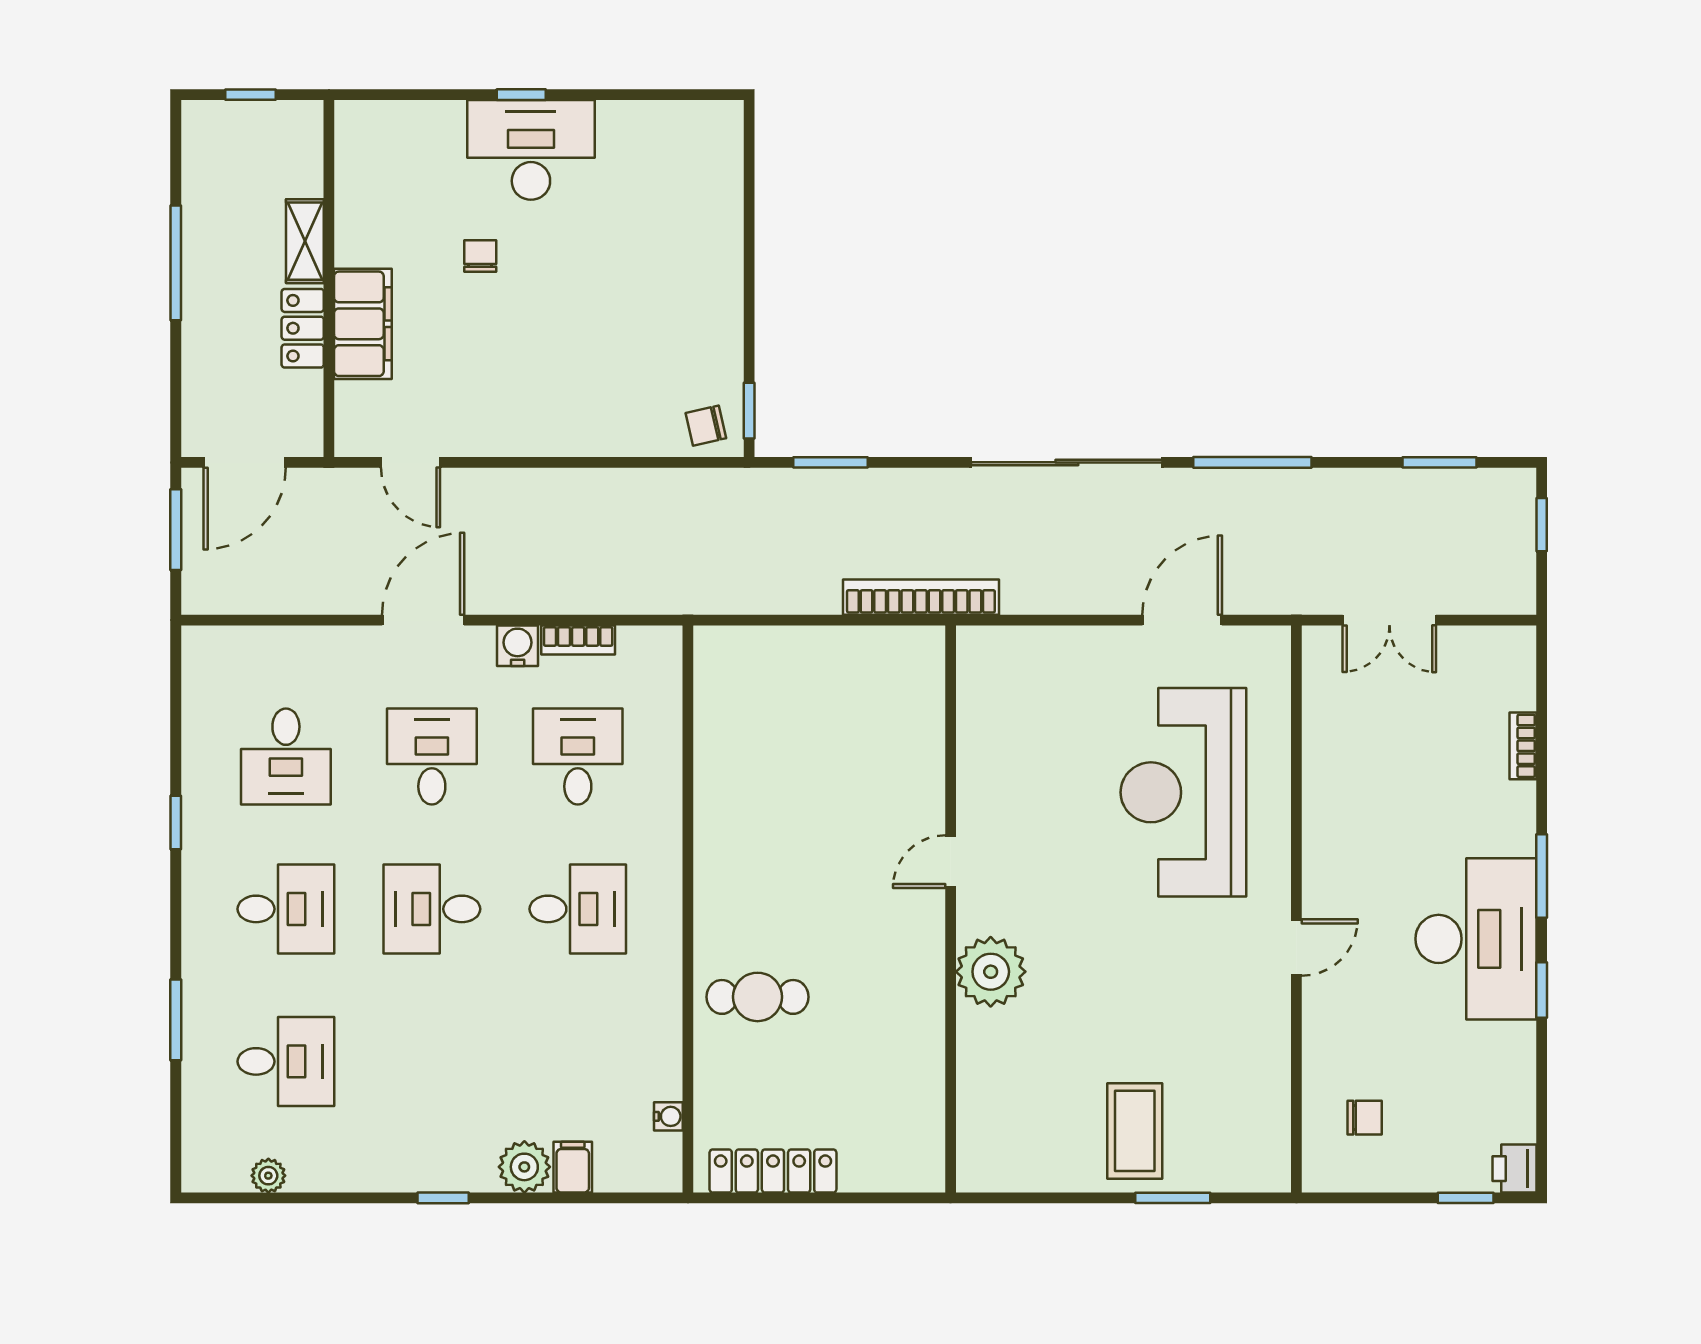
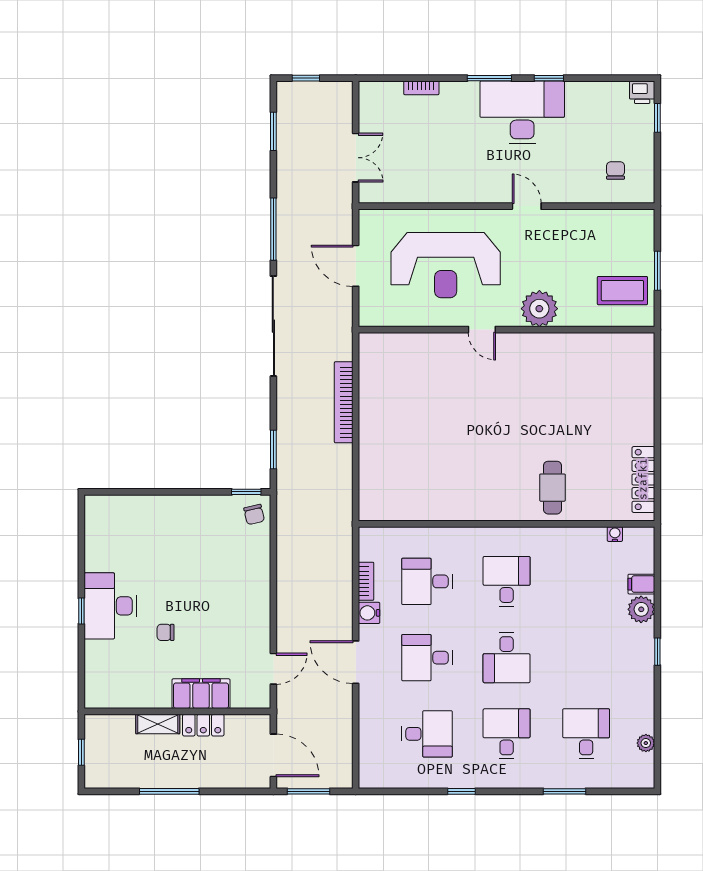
door: (951, 862) -> (482, 330), moved
wall: (951, 909) -> (507, 330), moved
plant: (991, 972) -> (539, 309), moved

